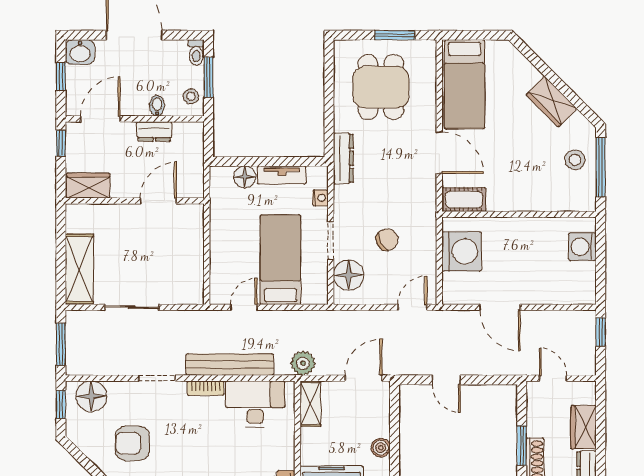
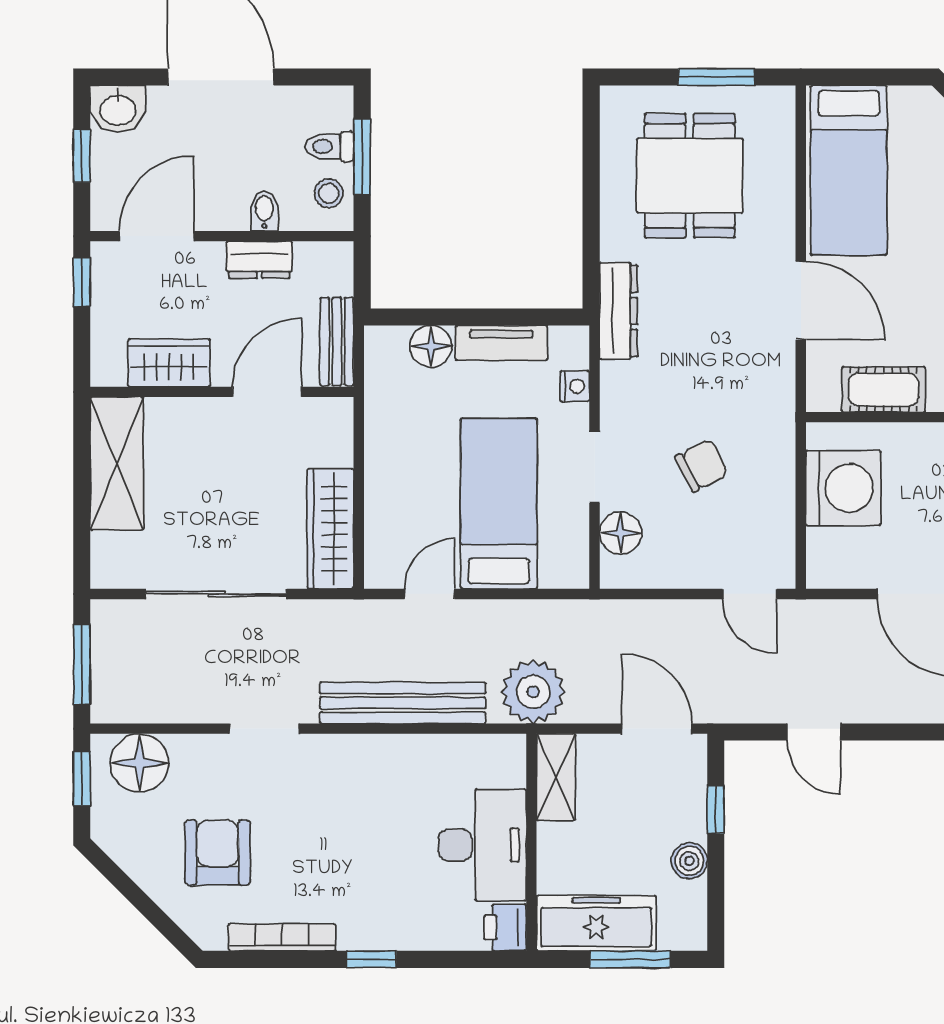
toilet: (196, 52) -> (329, 146), moved, turned 90
bench: (195, 174) -> (337, 342), added
wardrobe: (88, 186) -> (169, 363), moved
cot: (464, 200) -> (884, 389), moved
shelving: (79, 269) -> (117, 464), moved
wardrobe: (192, 273) -> (330, 529), added
floor lamp: (349, 275) -> (621, 533), width x0.73, depth x0.73
sliding door: (132, 307) -> (216, 594), width x1.37
door: (412, 307) -> (750, 594), swing flipped
plant: (303, 363) -> (533, 692), width x1.36, depth x1.36
door: (363, 378) -> (657, 729), hinge flipped
bookcase: (206, 388) -> (357, 748), removed
desk: (255, 404) -> (482, 845), moved, turned 90
window: (395, 421) -> (716, 809), added
armchair: (132, 443) -> (218, 852), turned 90

